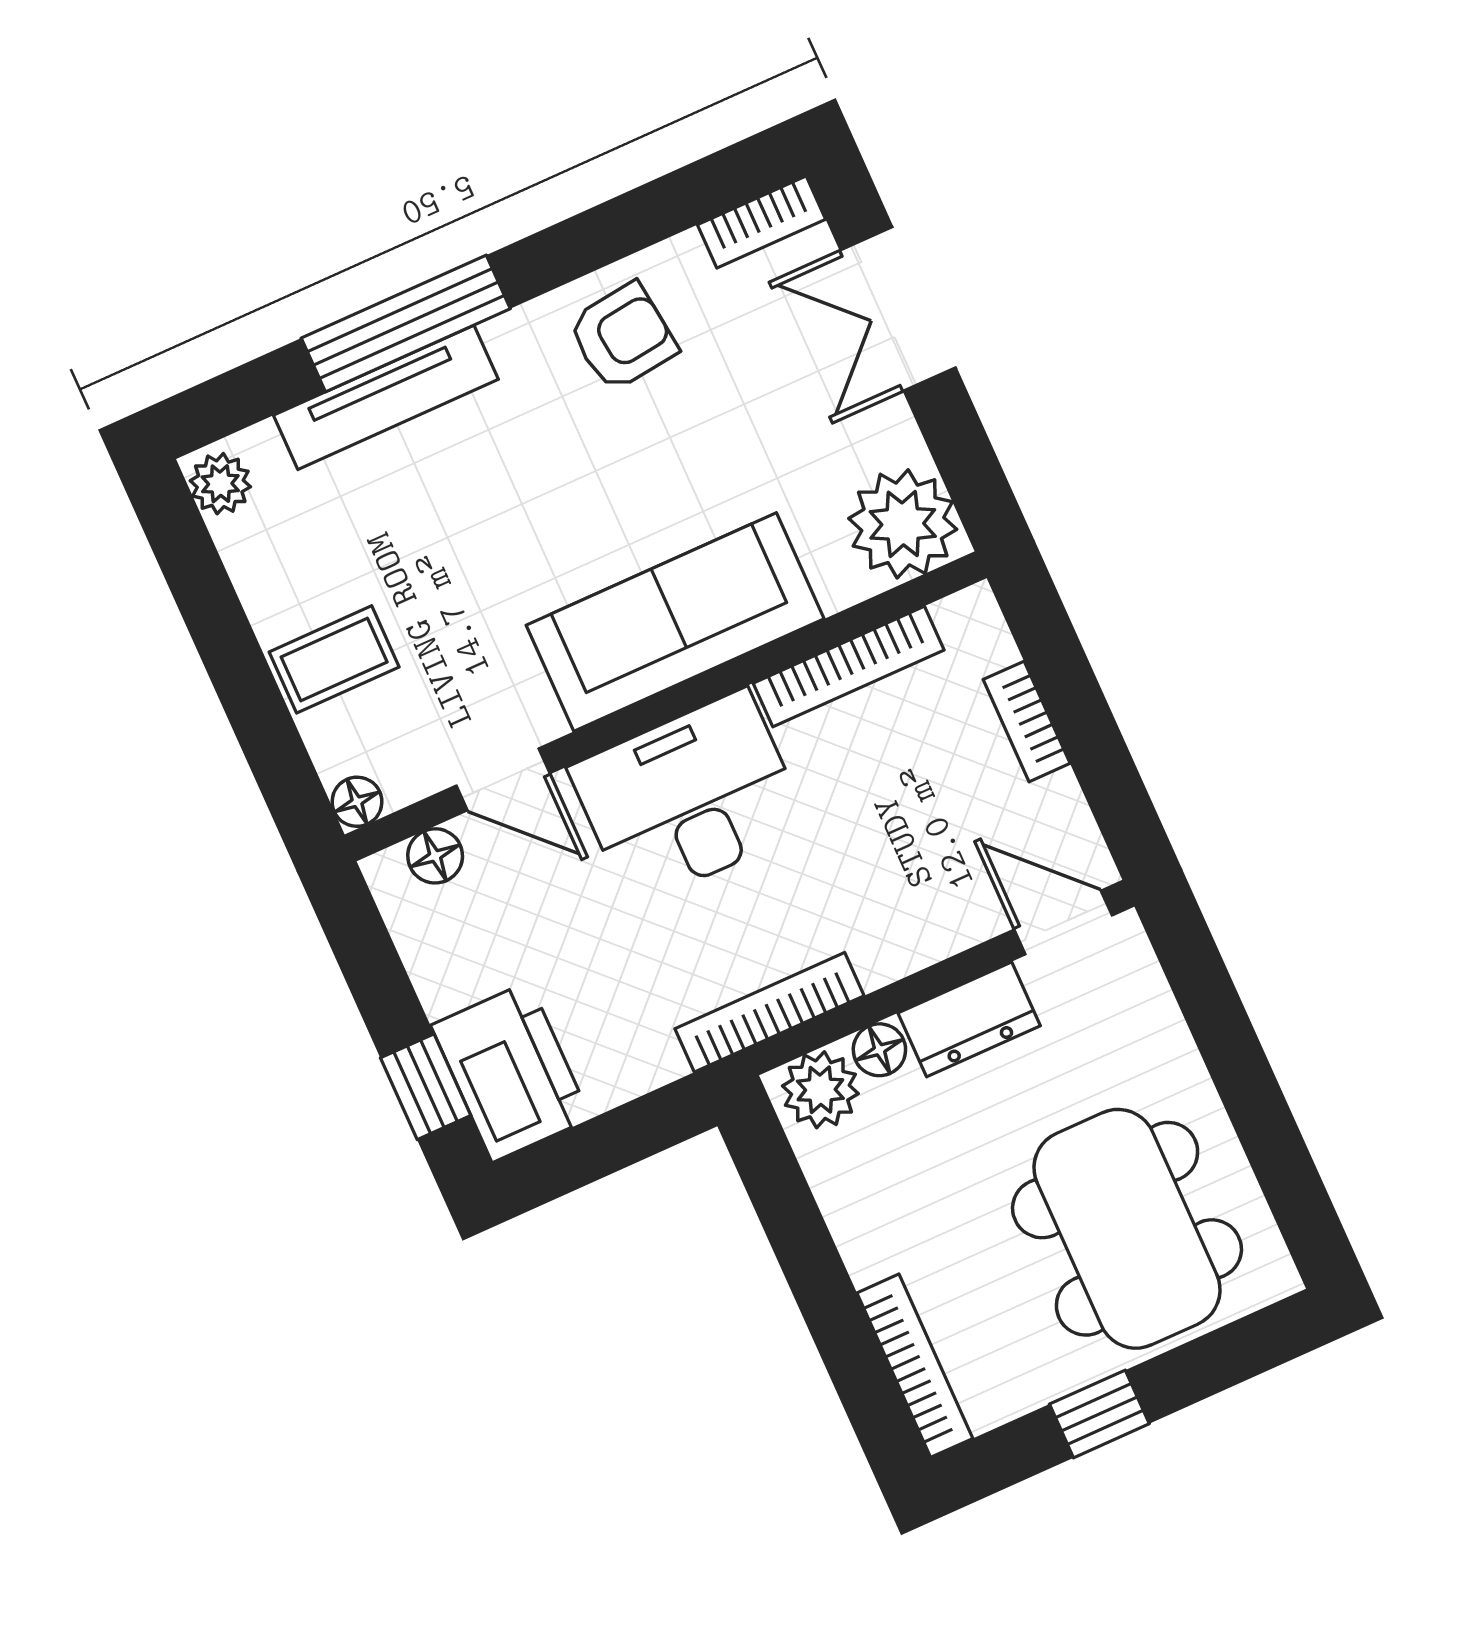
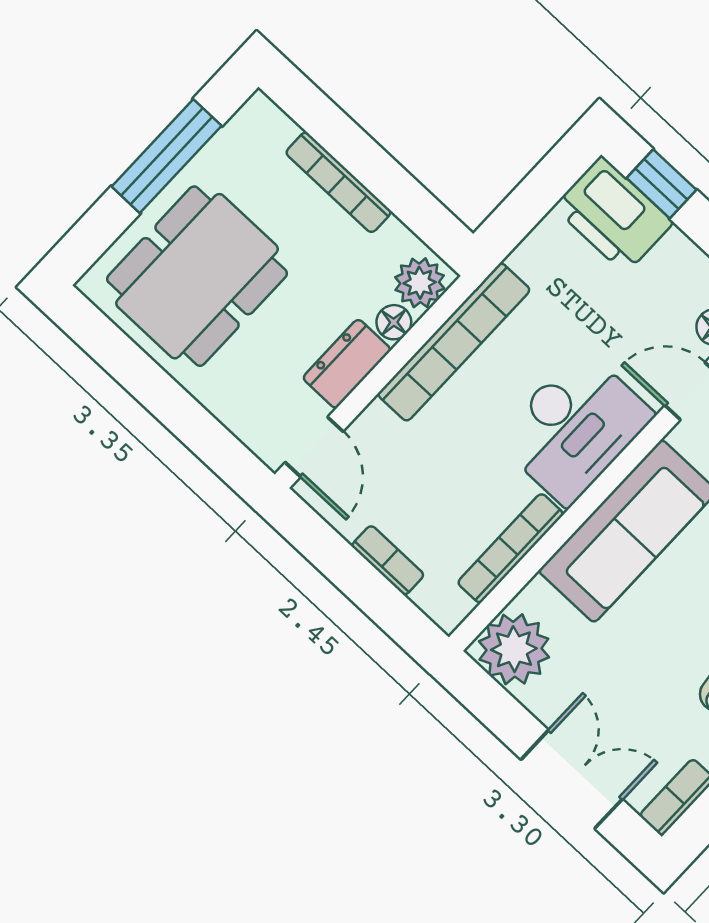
door: (1063, 922) -> (314, 447), hinge flipped
bookcase: (770, 1012) -> (454, 342), width x1.48, depth x1.31
dining table: (1127, 1229) -> (197, 276), turned 90
bookcase: (915, 1366) -> (339, 182), moved
window: (1099, 1414) -> (167, 156), width x2.17

